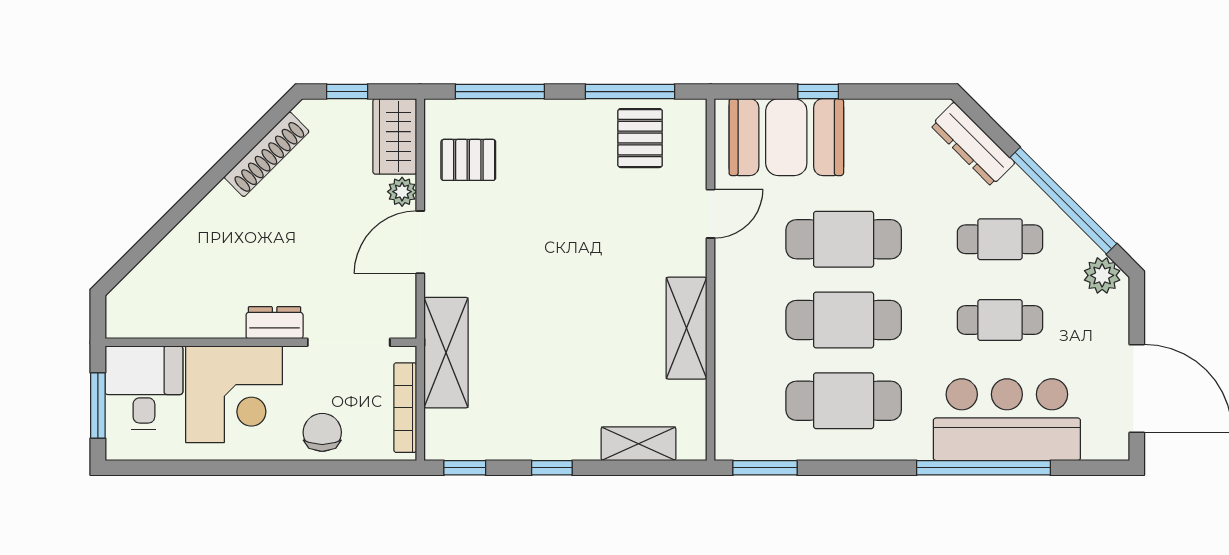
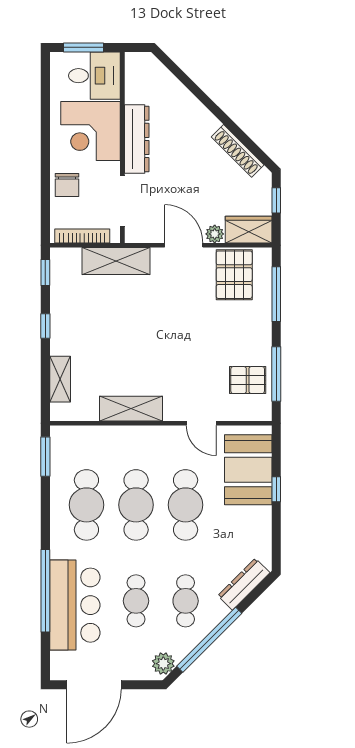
pallet: (468, 160) -> (234, 275), width x1.50, depth x1.42
dresser: (275, 323) -> (137, 139), width x1.96, depth x1.24
chair: (322, 432) -> (67, 185), turned 90

